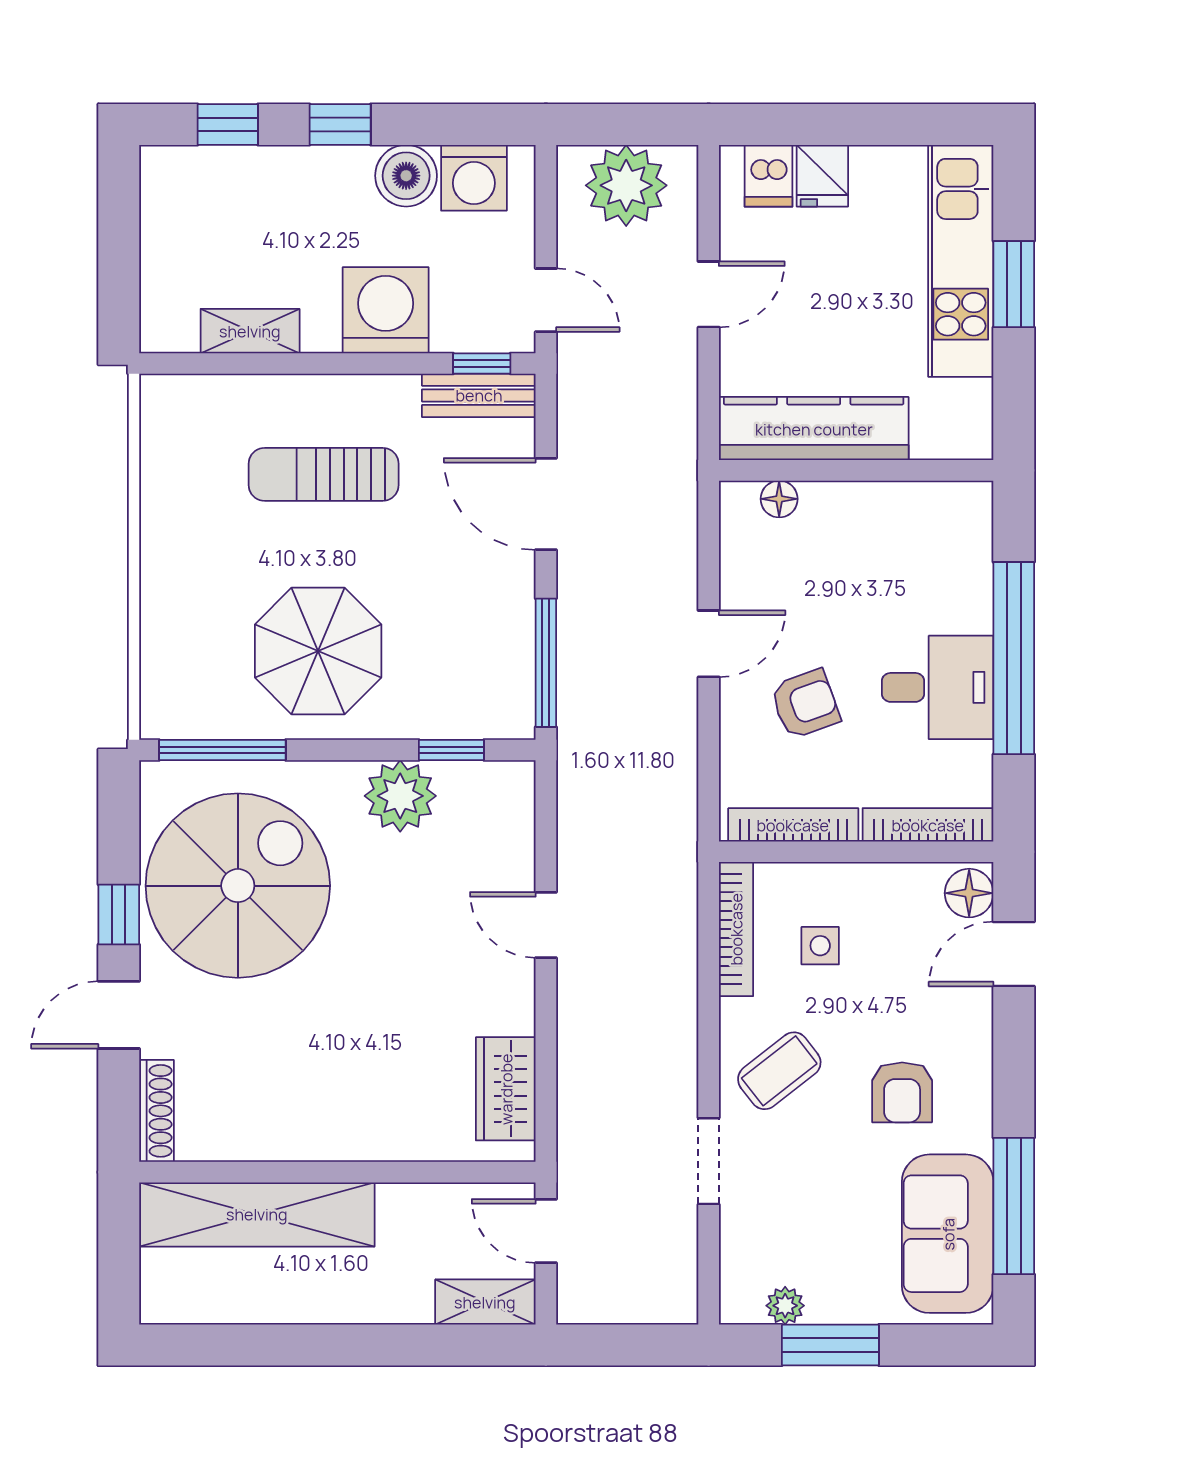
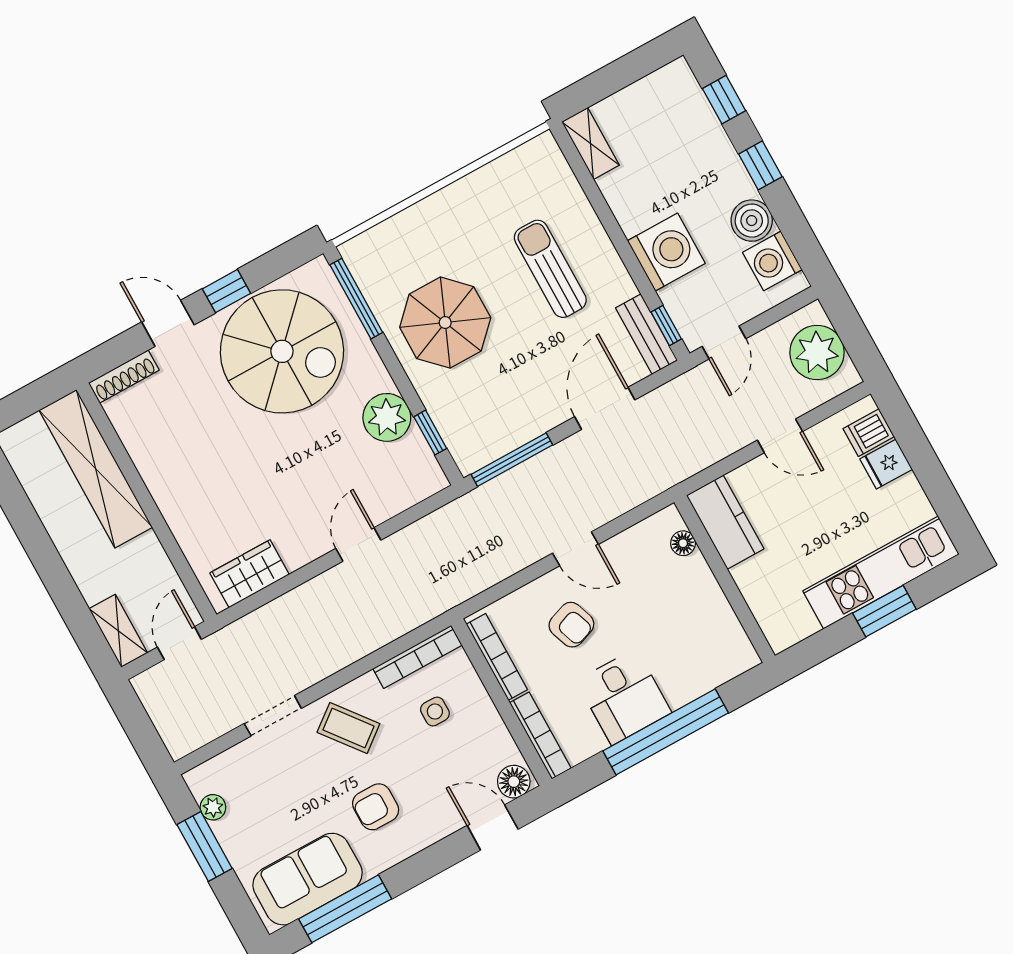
shelving: (250, 331) -> (590, 143), moved
kitchen counter: (814, 429) -> (725, 522), width x0.67

